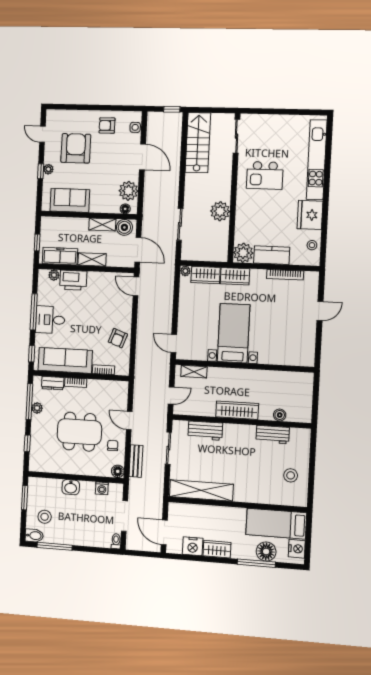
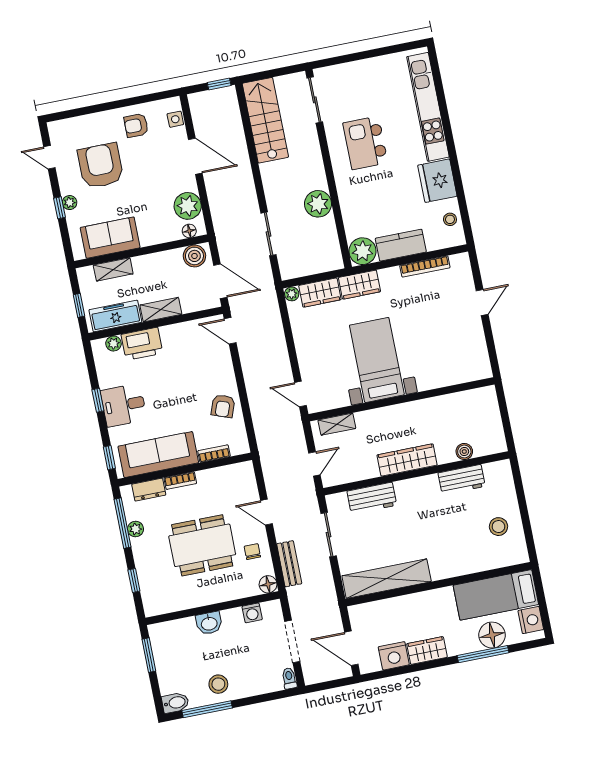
kitchen island: (265, 175) -> (365, 143), turned 90
shelving: (102, 225) -> (113, 269), moved
window: (34, 312) -> (98, 400), width x0.46
stool: (45, 517) -> (218, 684), moved

